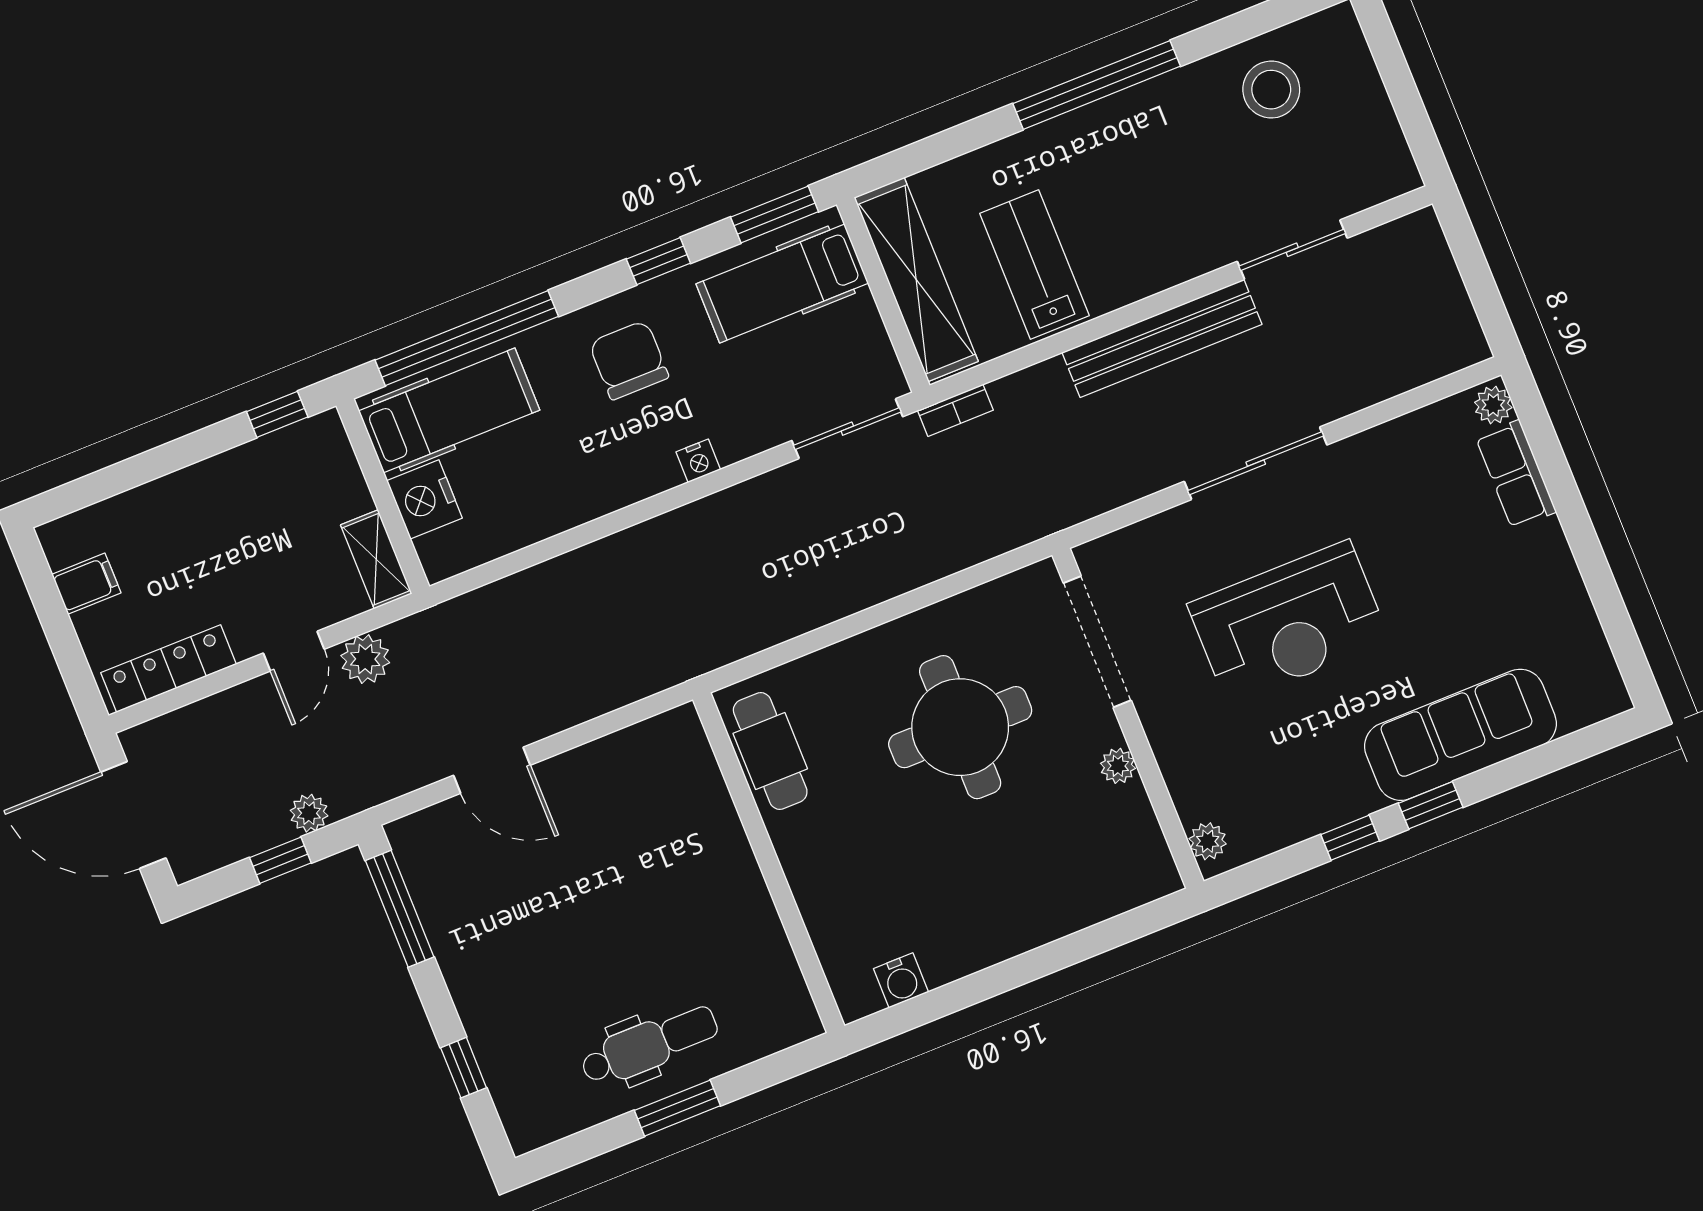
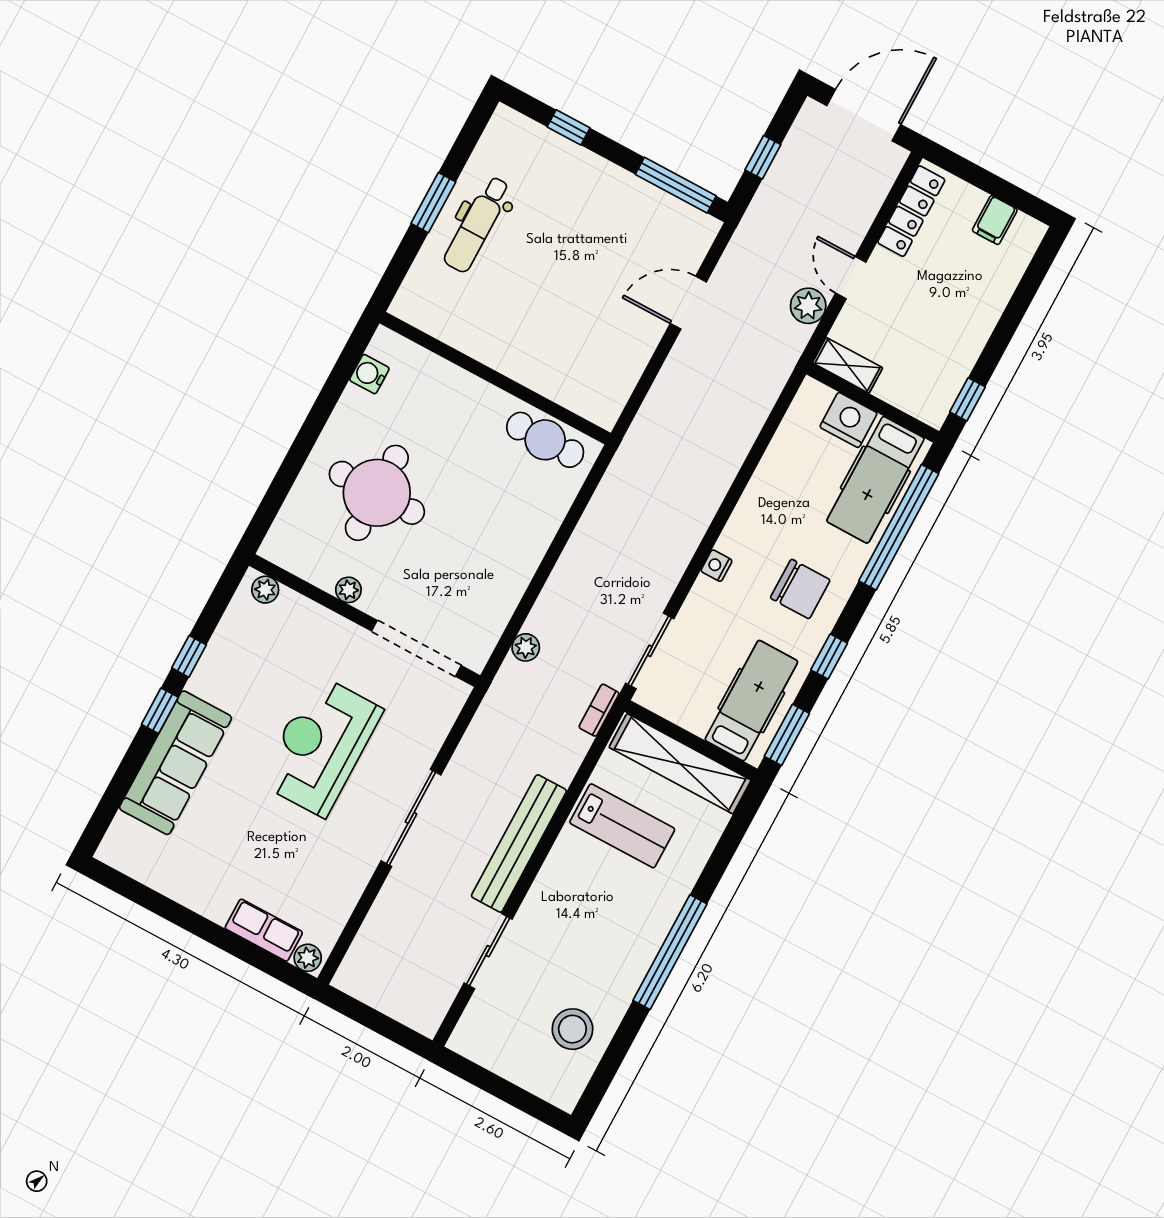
round table: (960, 727) -> (377, 493), moved
plant: (309, 813) -> (526, 647), moved

